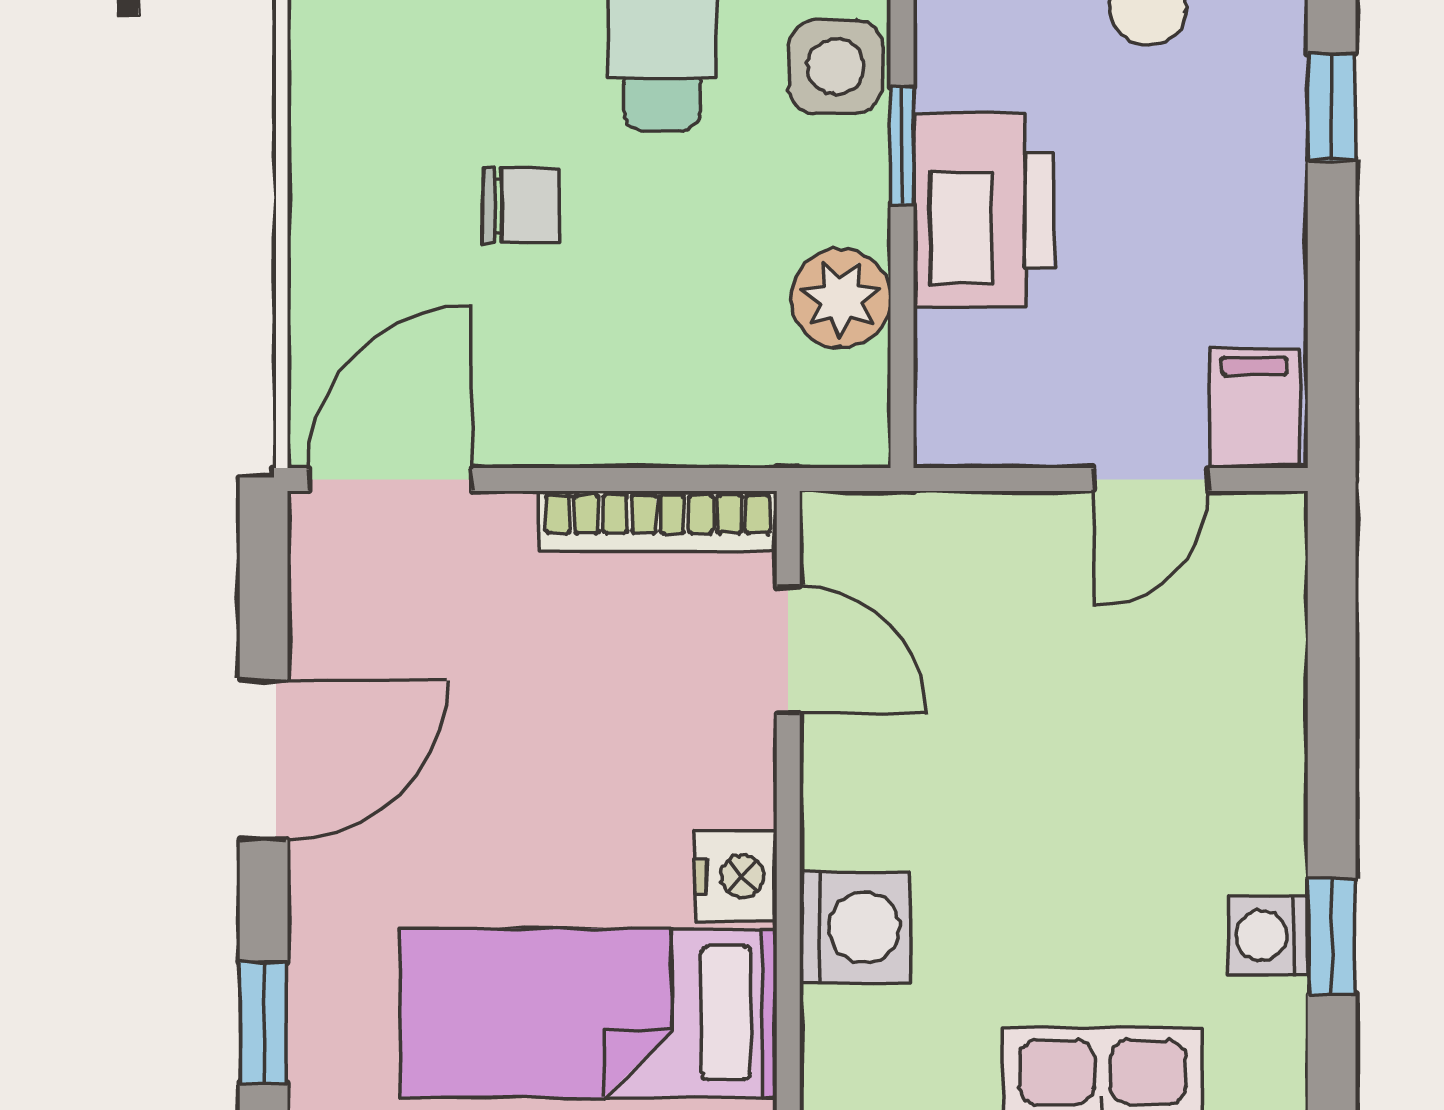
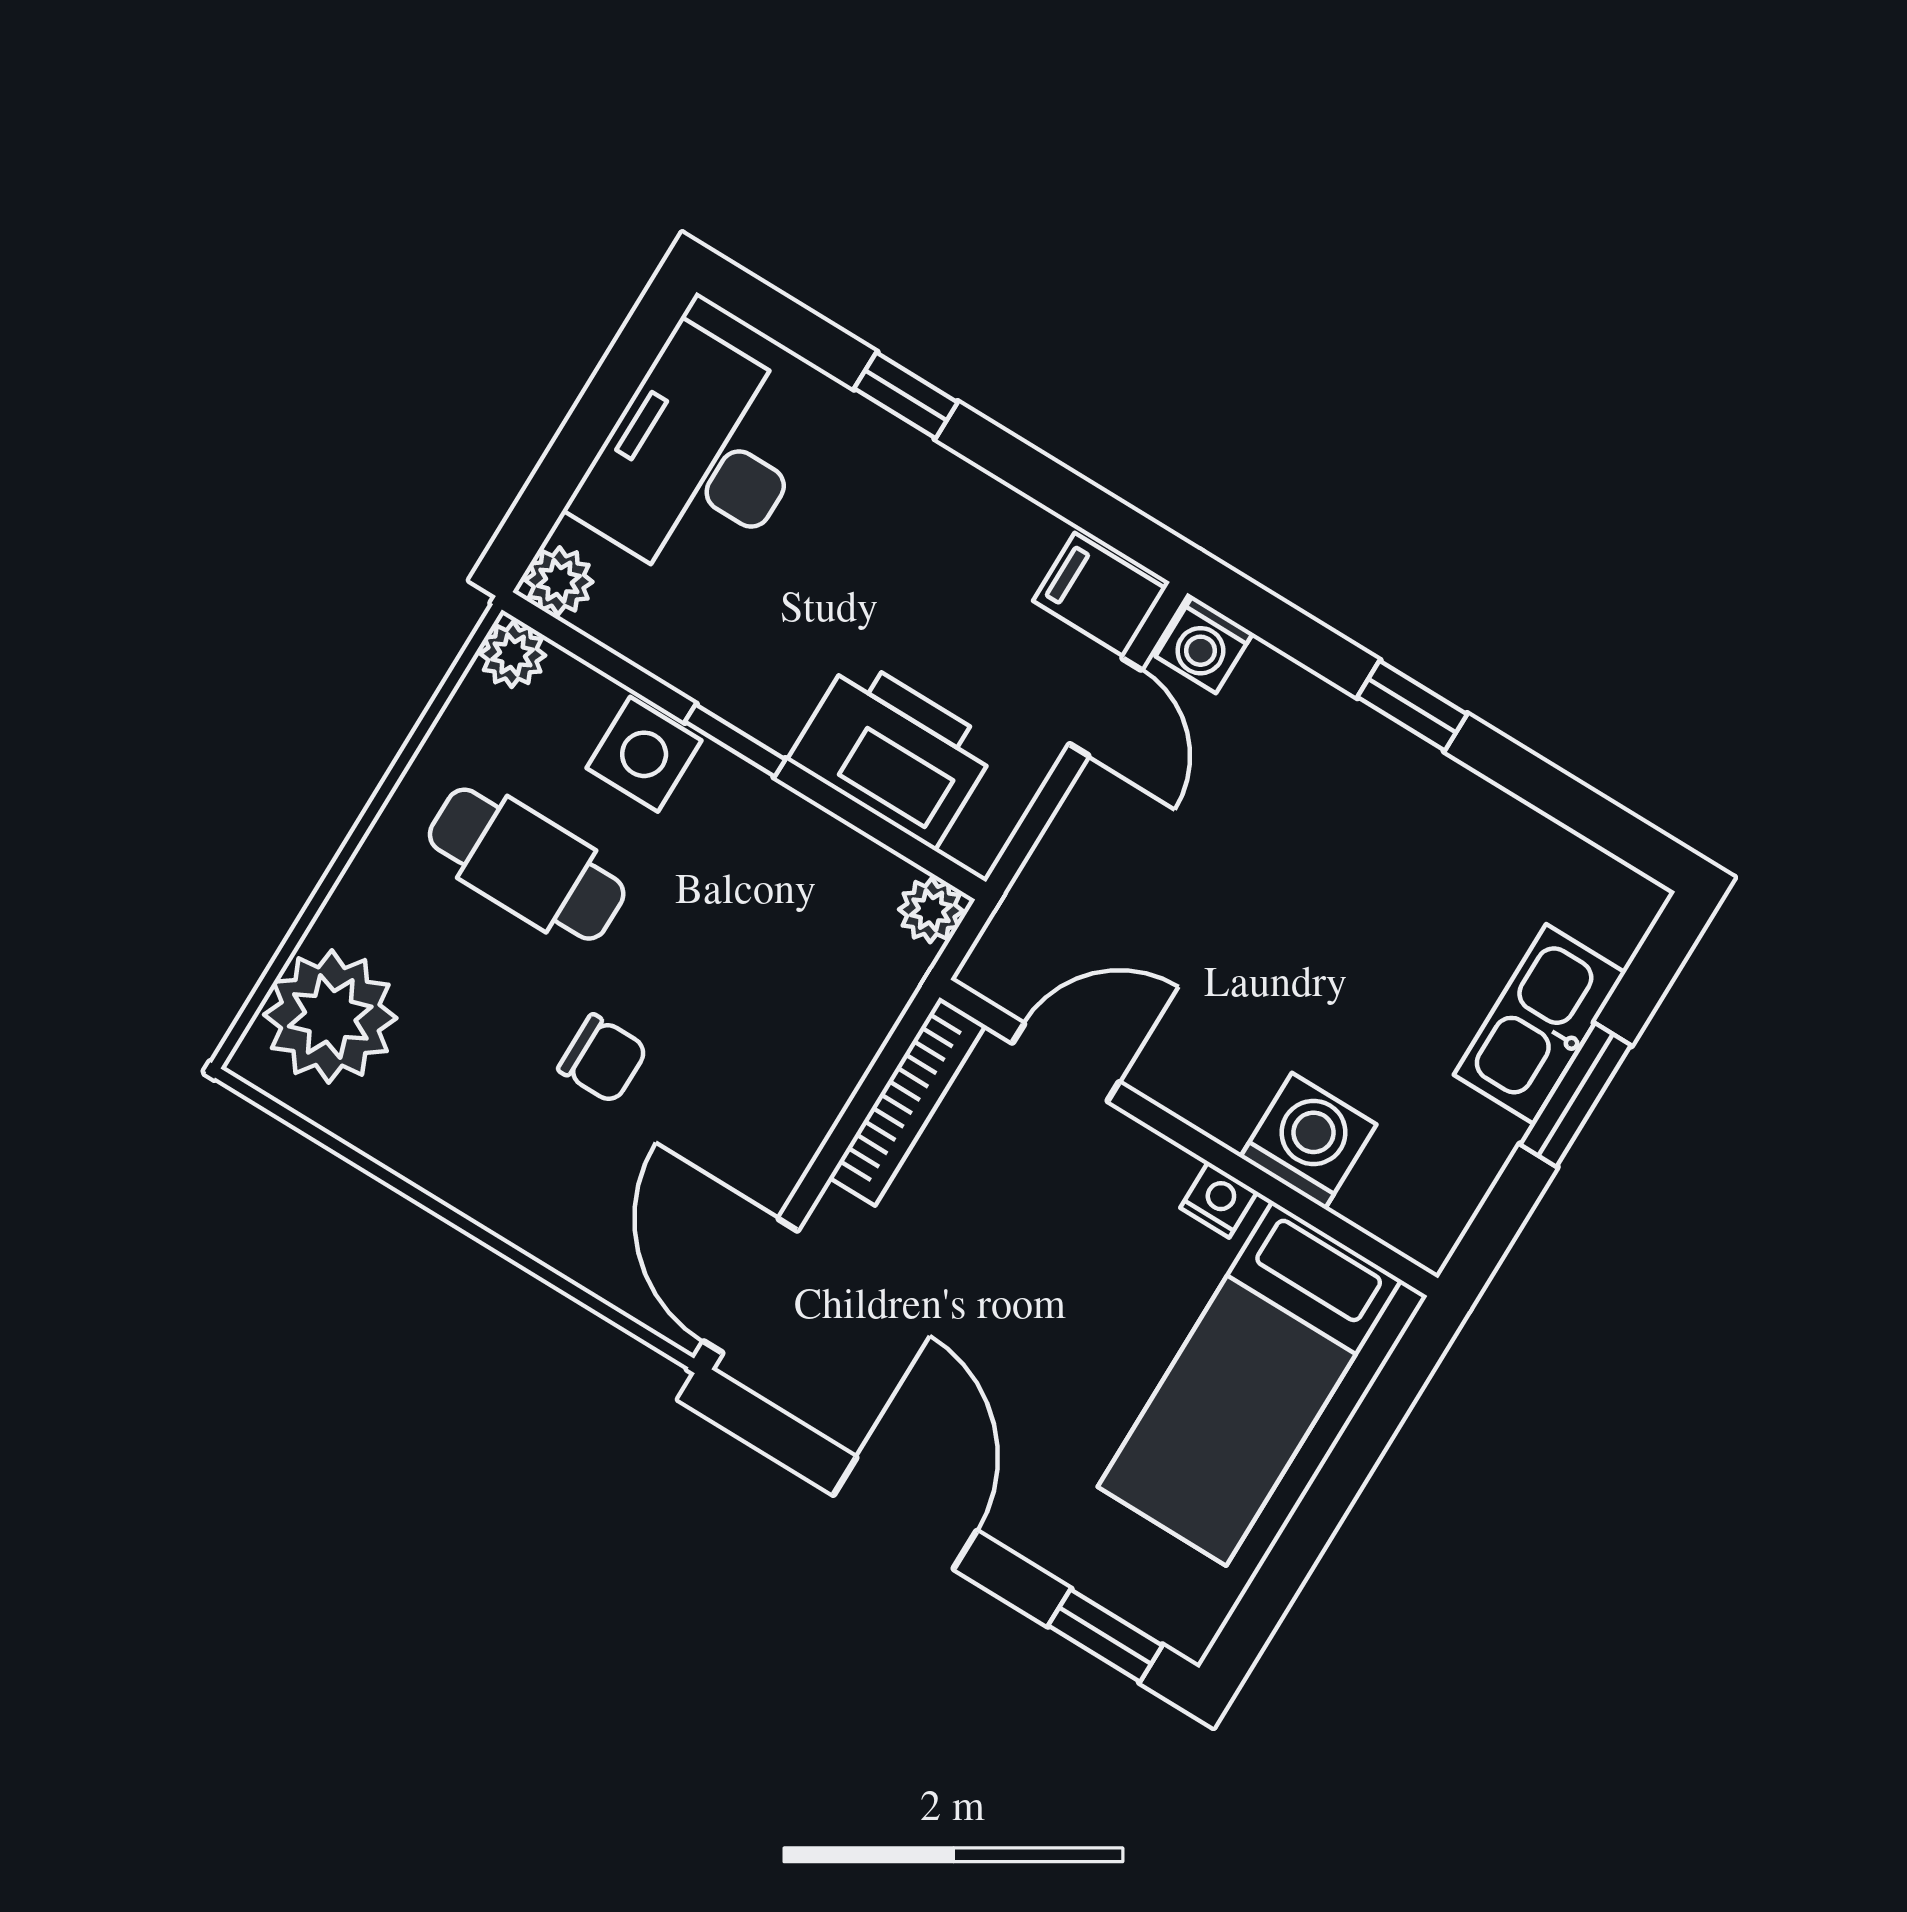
chair: (521, 206) -> (603, 1059), turned 90
printer: (983, 210) -> (893, 752), moved
plant: (841, 298) -> (931, 910), moved, width x0.73, depth x0.73
nightstand: (736, 876) -> (1219, 1200), width x0.72, depth x0.74
washing machine: (1268, 935) -> (1204, 645), moved
window: (1332, 936) -> (1412, 706), moved

